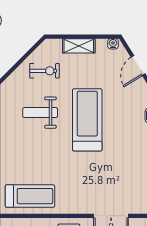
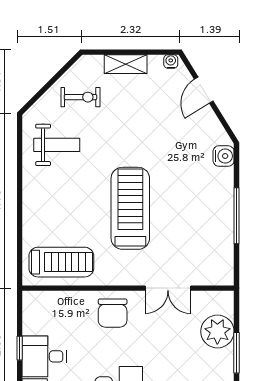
weight bench: (40, 113) -> (57, 145), moved, turned 180
treadmill: (87, 120) -> (130, 208), moved

